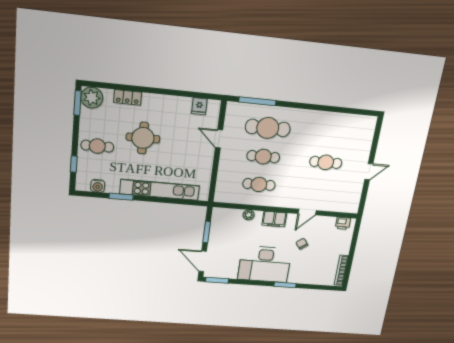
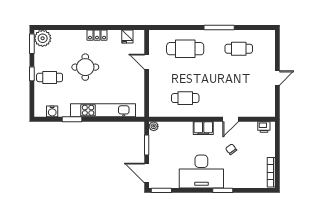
locker: (128, 97) -> (97, 35), moved
window: (257, 101) -> (219, 28), moved
cafe table: (263, 157) -> (185, 73), removed
cafe table: (326, 162) -> (239, 49), moved
window: (74, 164) -> (32, 74), moved
plant: (249, 215) -> (154, 126), moved

